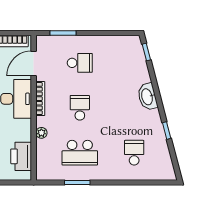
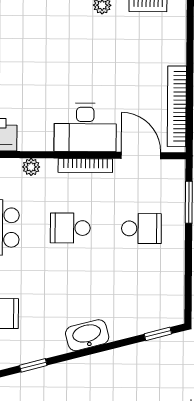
school desk: (80, 63) -> (141, 228), turned -90
school desk: (80, 108) -> (70, 228), turned 180

